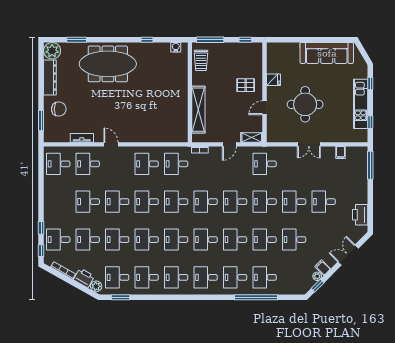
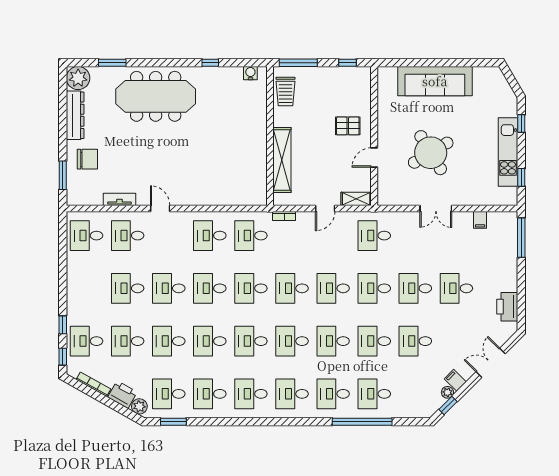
sofa: (327, 53) -> (435, 81), moved
fridge: (274, 80) -> (387, 118), removed
round table: (305, 104) -> (431, 153), turned -31

